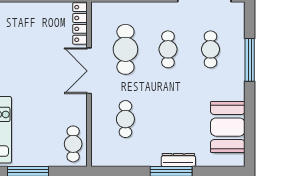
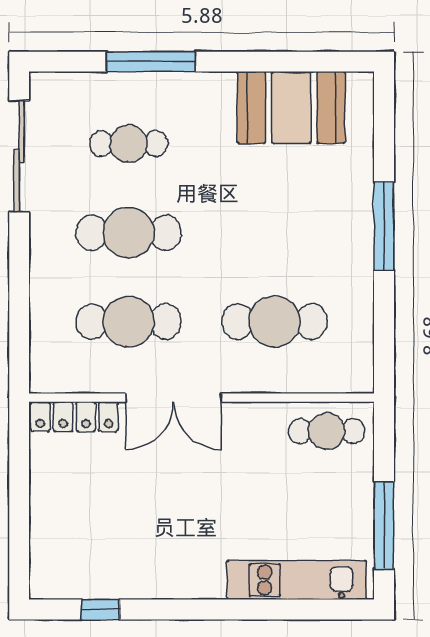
cafe table: (168, 49) -> (129, 233), width x1.37, depth x1.35
cafe table: (125, 119) -> (275, 322), width x1.37, depth x1.35
dresser: (178, 160) -> (360, 211), removed

